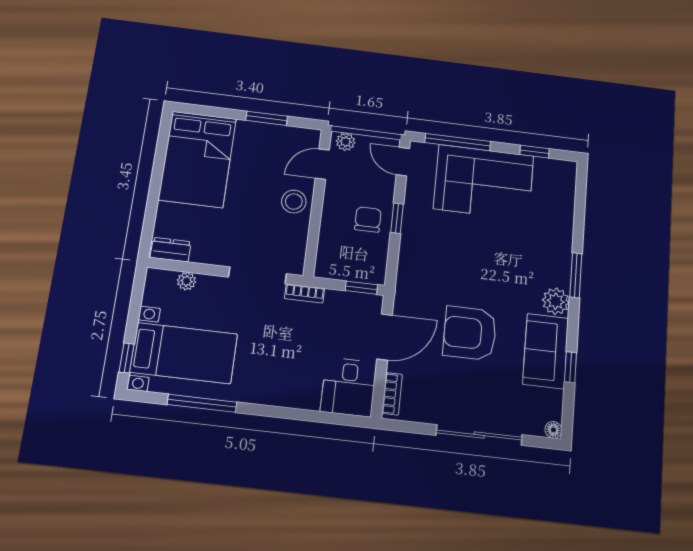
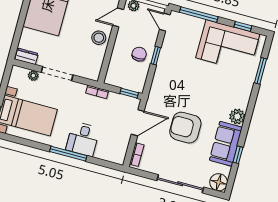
corner sofa: (484, 182) -> (228, 46), moved
doorway: (257, 275) -> (57, 74), moved
window: (576, 275) -> (261, 71), moved
desk: (349, 387) -> (83, 139), moved
window: (202, 403) -> (68, 154), moved
floor lamp: (553, 430) -> (219, 182), width x1.89, depth x1.89

